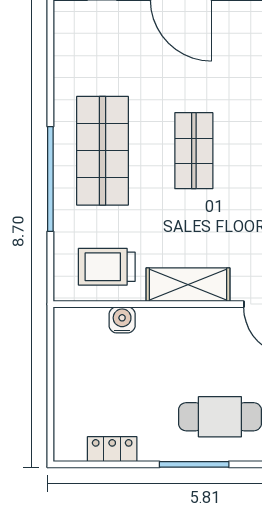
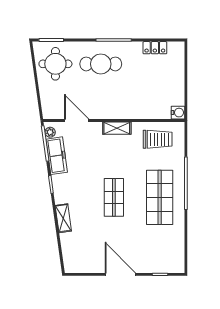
shelving: (188, 285) -> (117, 128), width x0.67, depth x0.75
water cooler: (122, 320) -> (178, 113), moved, turned -90

